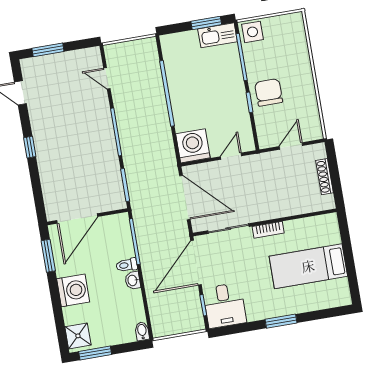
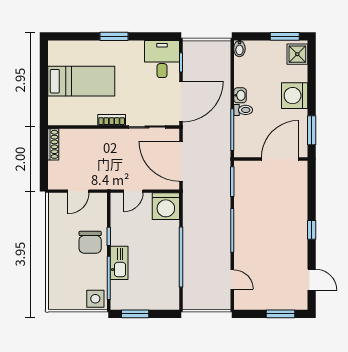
kitchen sink: (218, 35) -> (119, 263), moved, turned 90
shoe rack: (324, 177) -> (53, 144), moved

